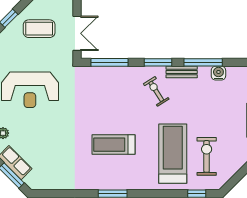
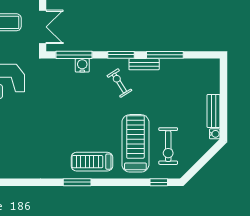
water cooler: (218, 73) -> (82, 65), moved
treadmill: (114, 145) -> (92, 162), moved
exercise bike: (207, 156) -> (168, 146), turned 180

